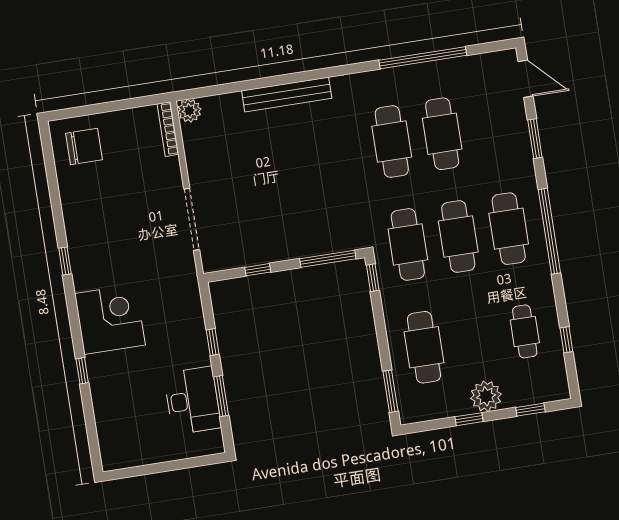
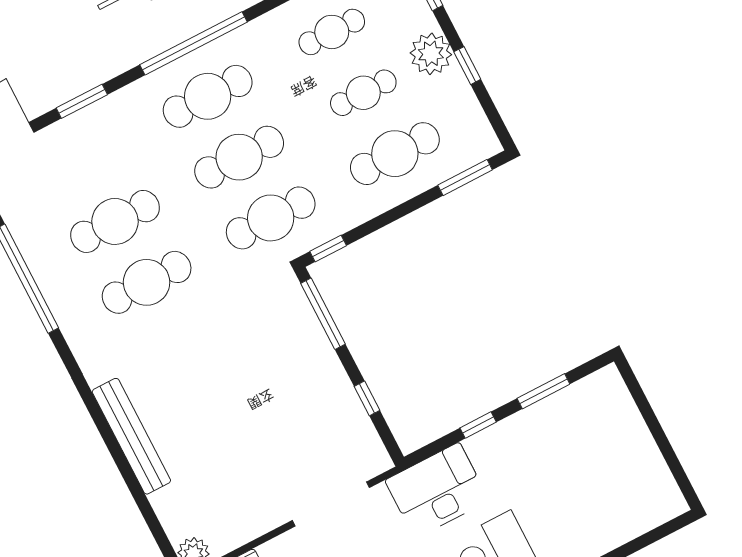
cafe table: (474, 339) -> (363, 93), added
desk: (192, 400) -> (437, 490), moved

